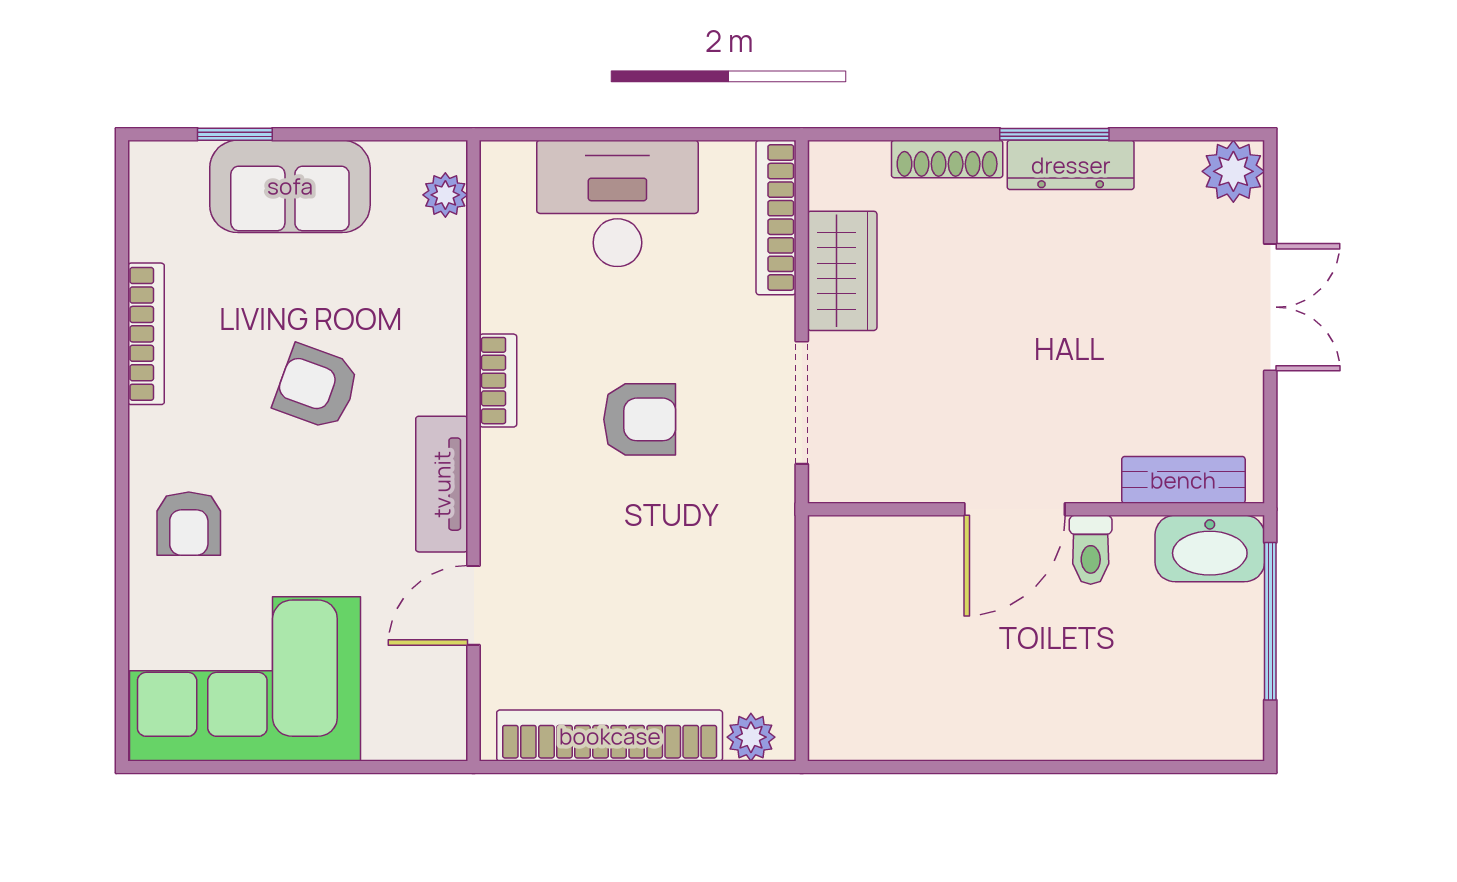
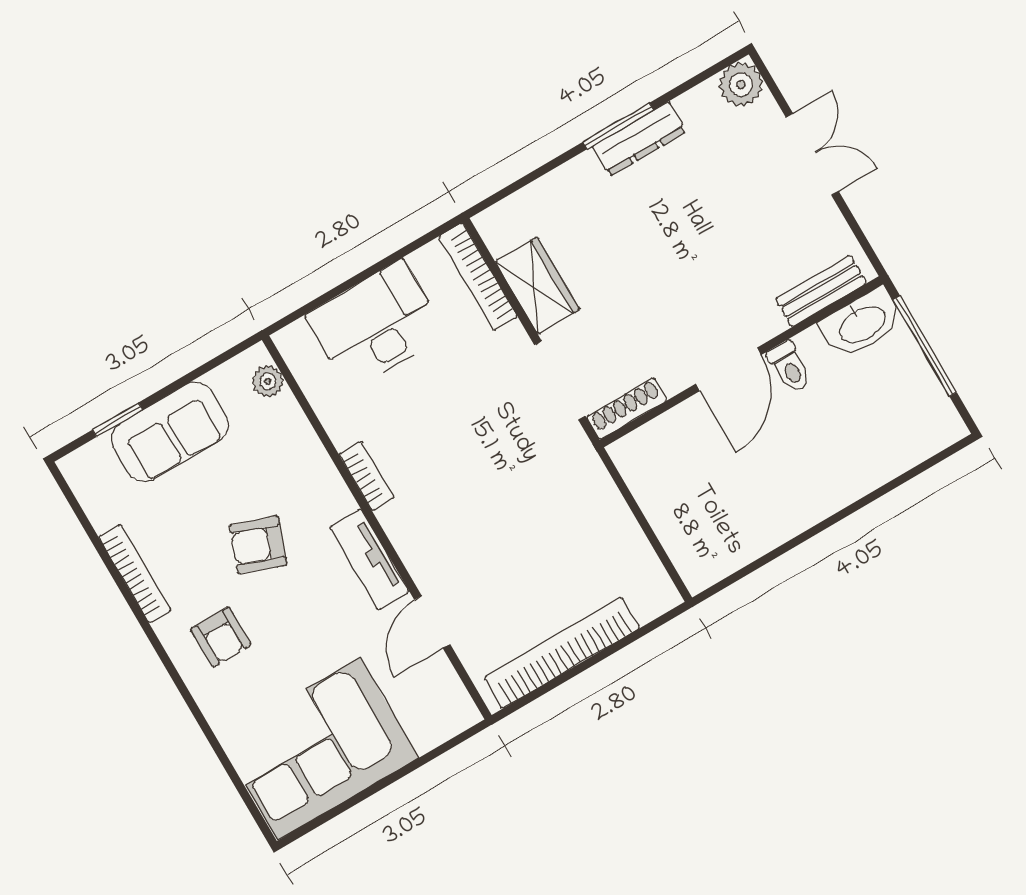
shoe rack: (947, 159) -> (627, 409), moved, turned 180
armchair: (640, 419) -> (467, 449), removed
armchair: (189, 524) -> (221, 637), moved
plant: (751, 737) -> (649, 603), removed

